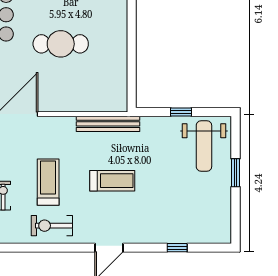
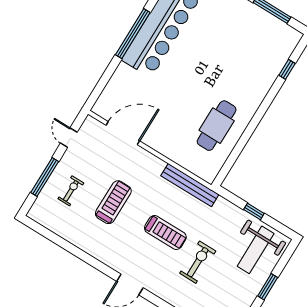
cafe table: (61, 44) -> (217, 126), moved, turned 90
exercise bike: (52, 226) -> (198, 262), moved, turned 90

